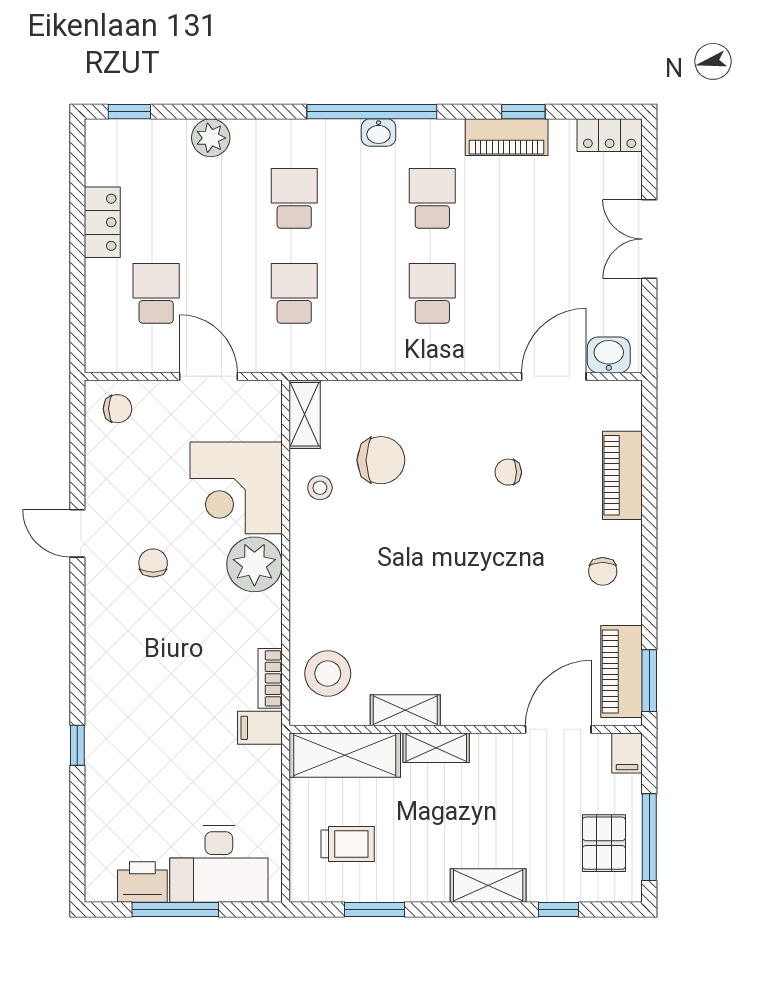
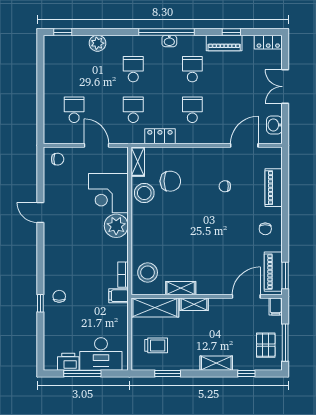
locker: (102, 222) -> (160, 136), moved, turned -90
washbasin: (609, 355) -> (274, 125), moved, turned -90
stool: (320, 488) -> (144, 193), width x1.89, depth x1.89
chair: (153, 563) -> (59, 296), moved

